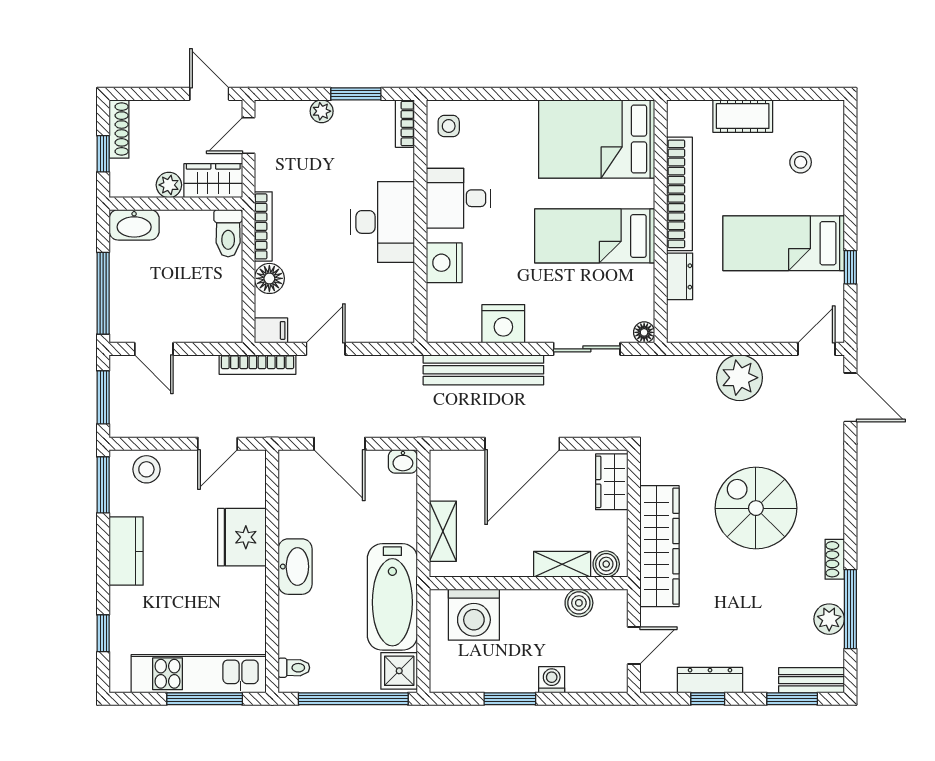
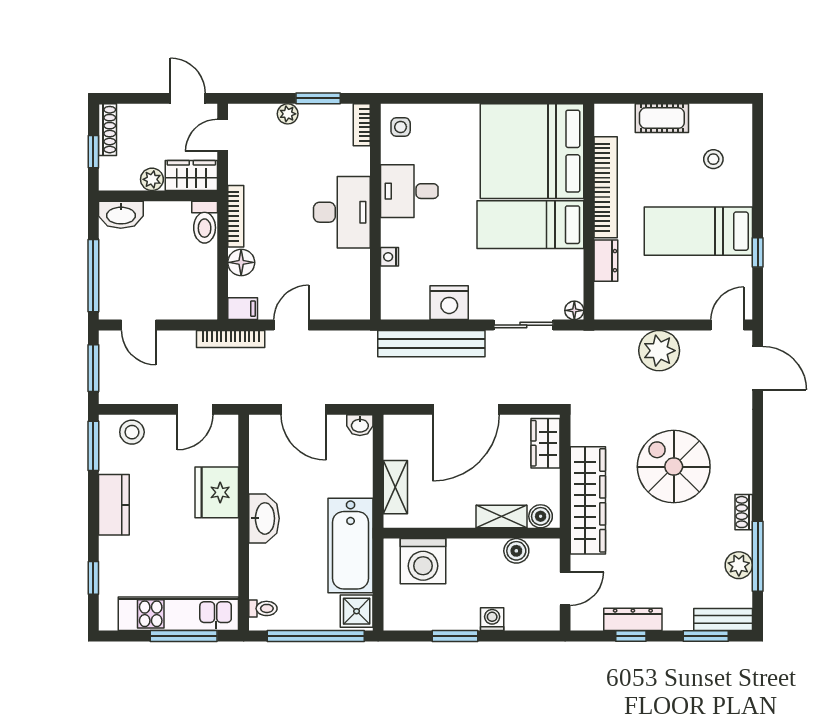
bed: (597, 139) -> (532, 151), width x1.36
nightstand: (444, 263) -> (390, 257), width x0.53, depth x0.56

